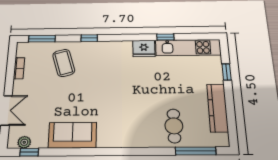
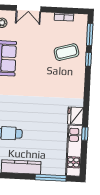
window: (89, 38) -> (88, 59), moved
window: (227, 72) -> (51, 178), width x2.17

